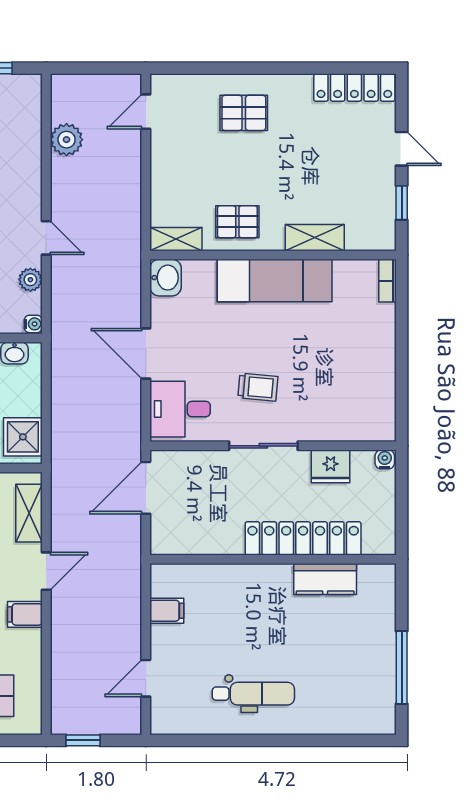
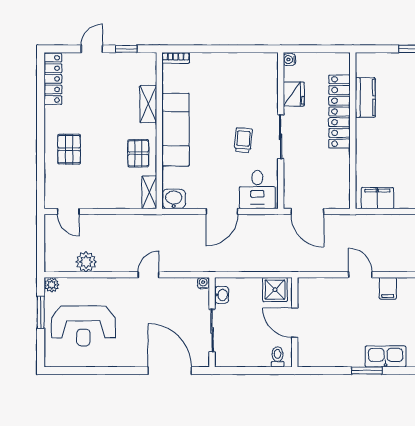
plant: (30, 280) -> (52, 285), moved
shelving: (29, 513) -> (323, 286), removed
filing cabinet: (167, 611) -> (377, 198), width x2.00

